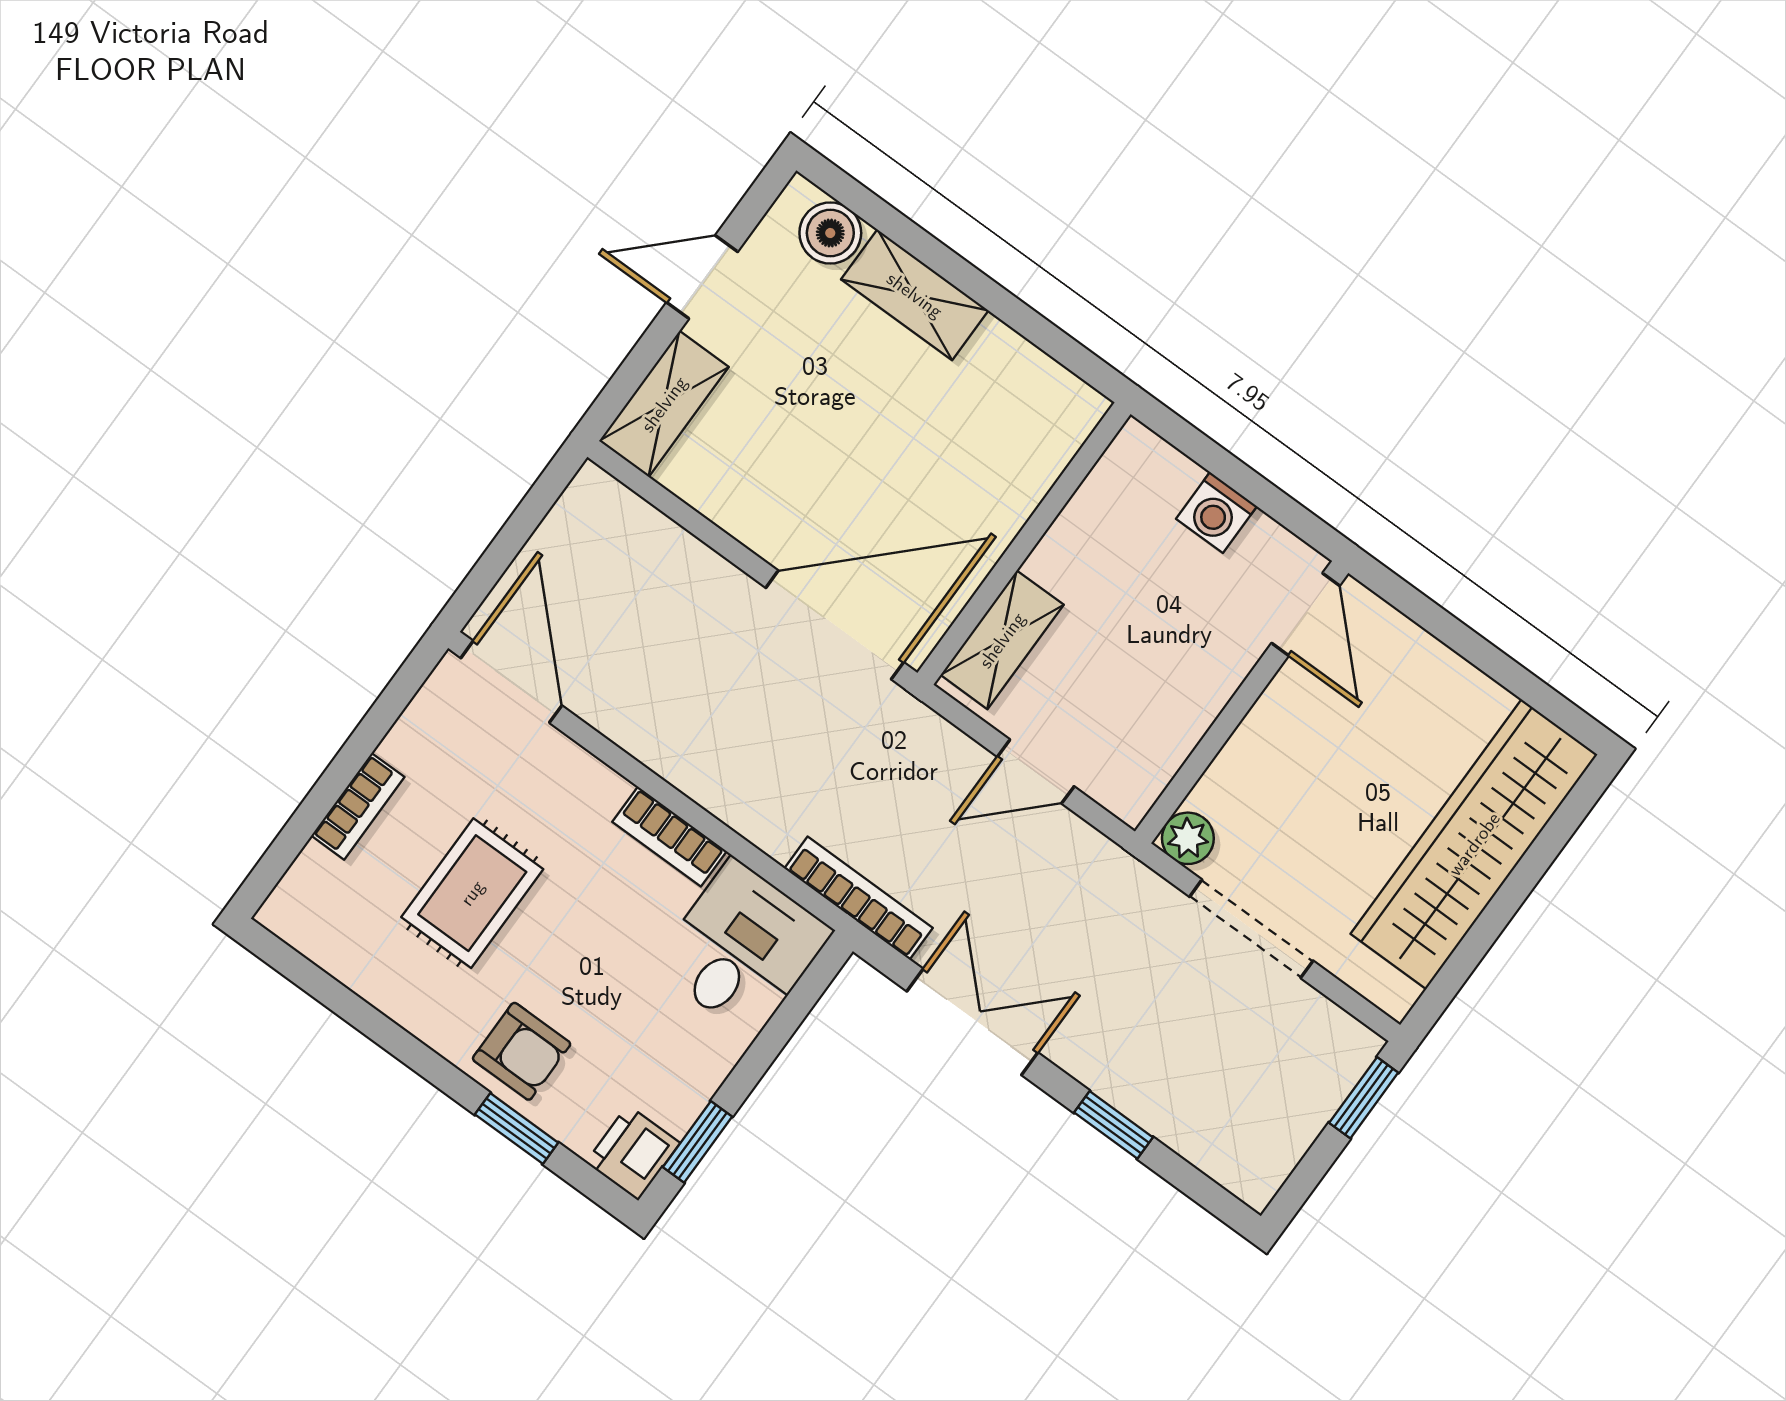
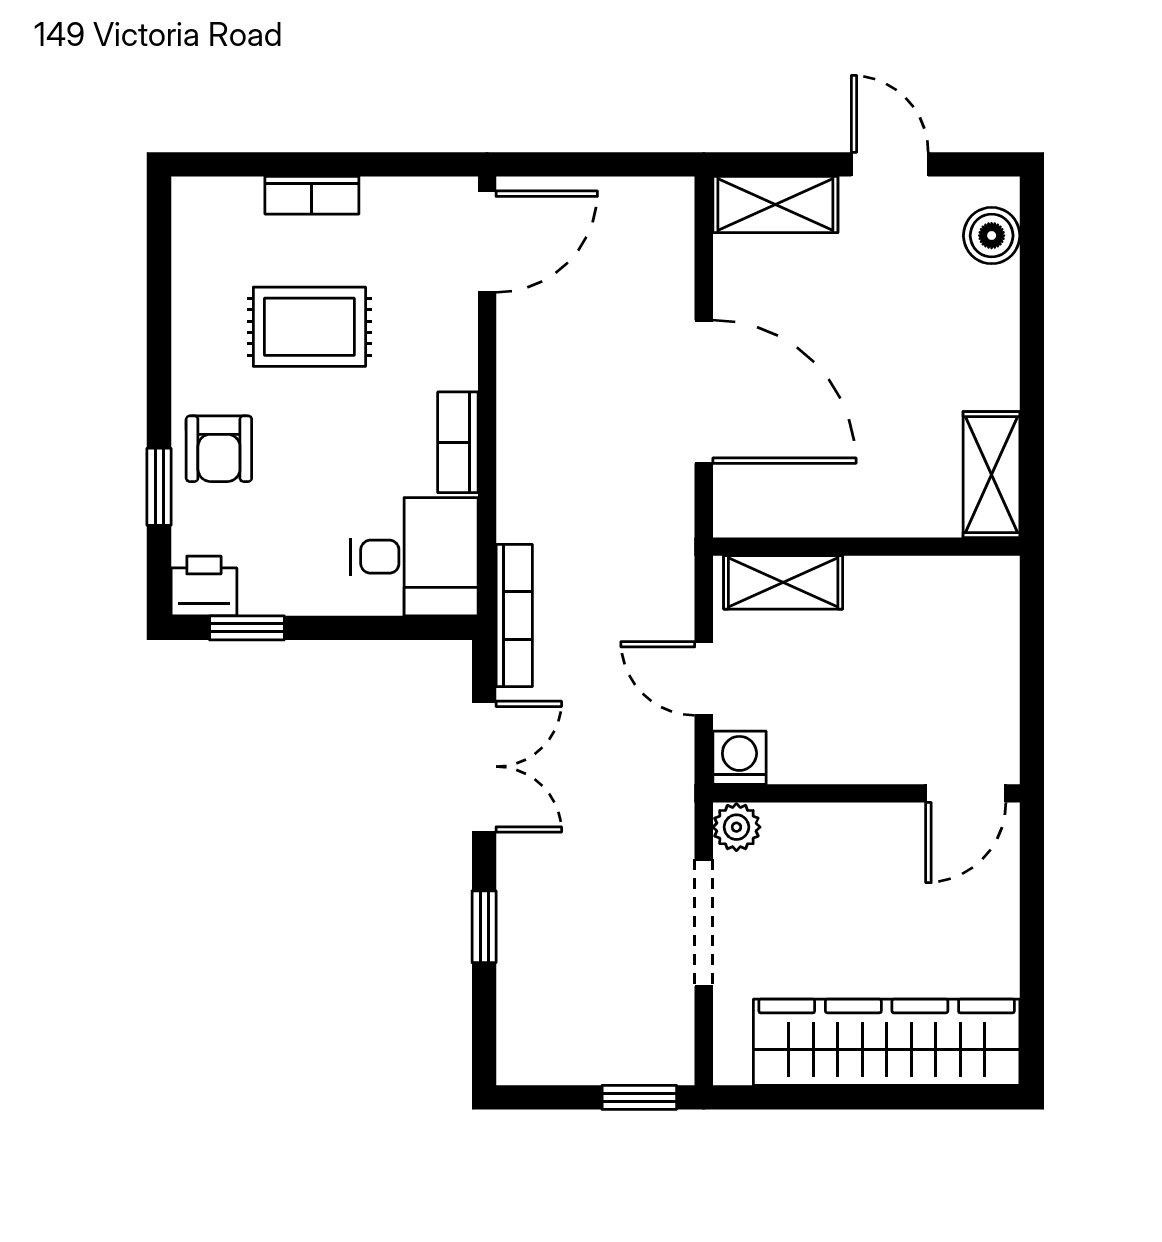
shelving: (915, 295) -> (991, 475), moved
washing machine: (1216, 513) -> (739, 758), moved, turned 90
door: (835, 625) -> (704, 392), moved

